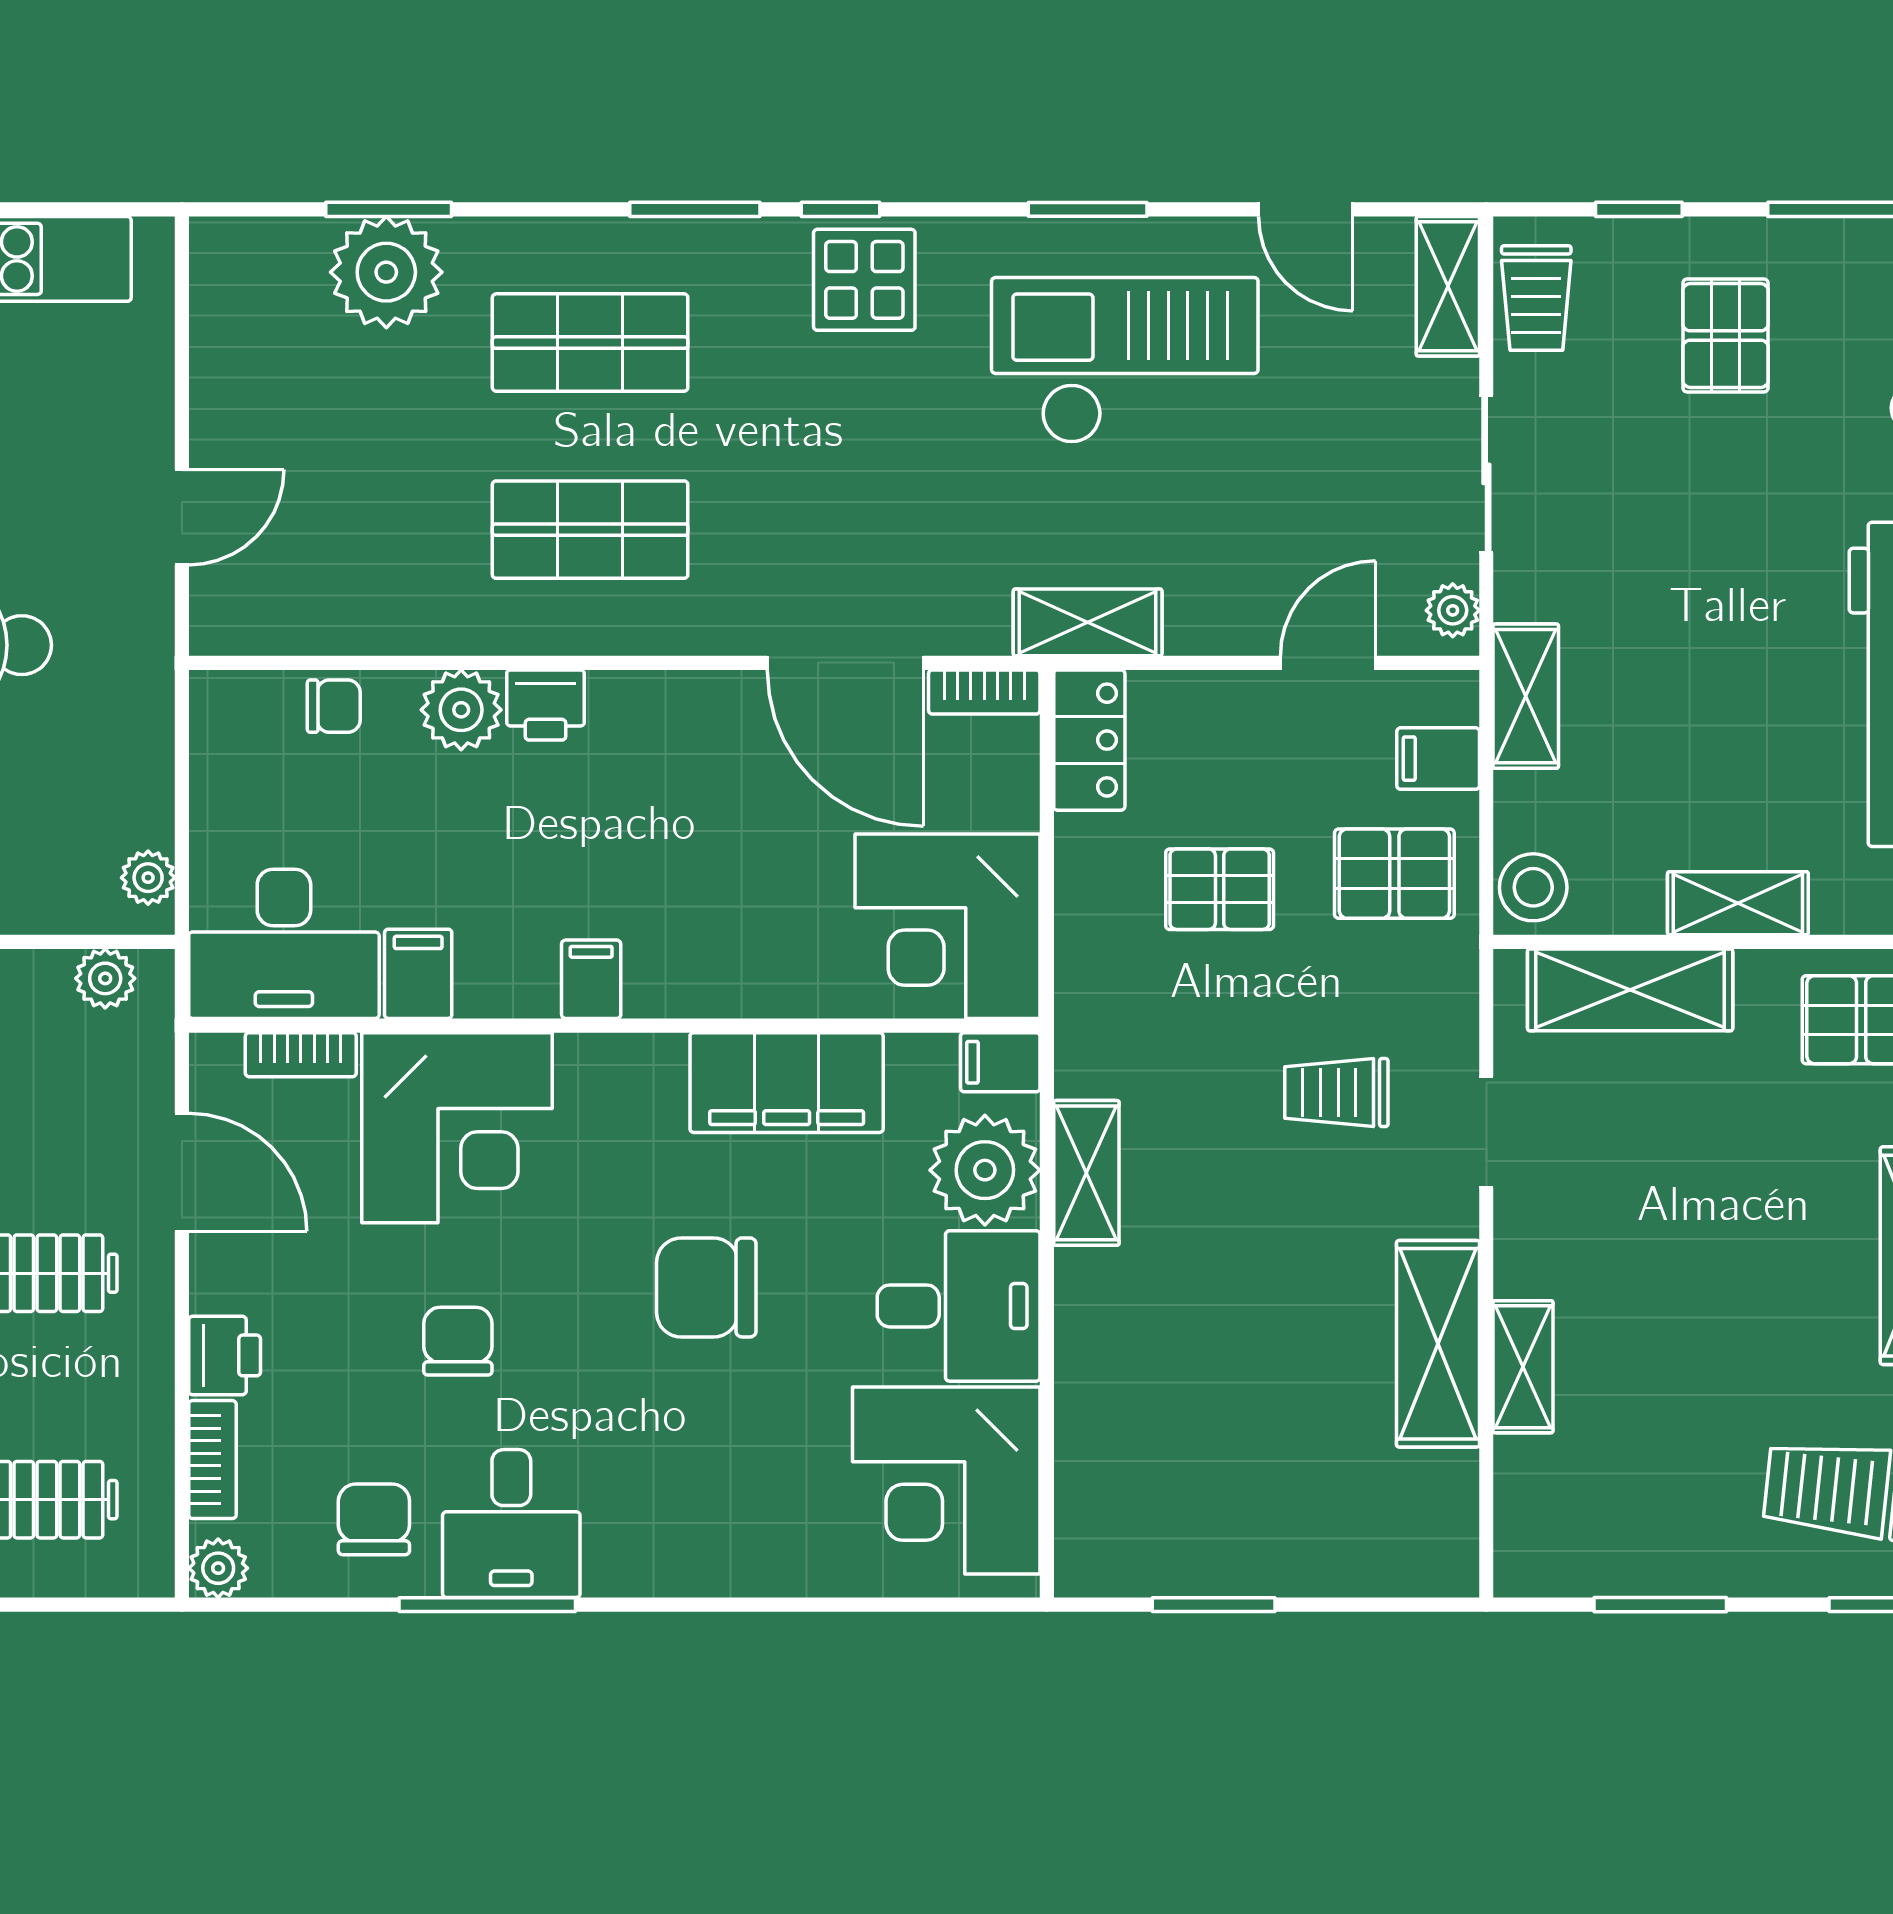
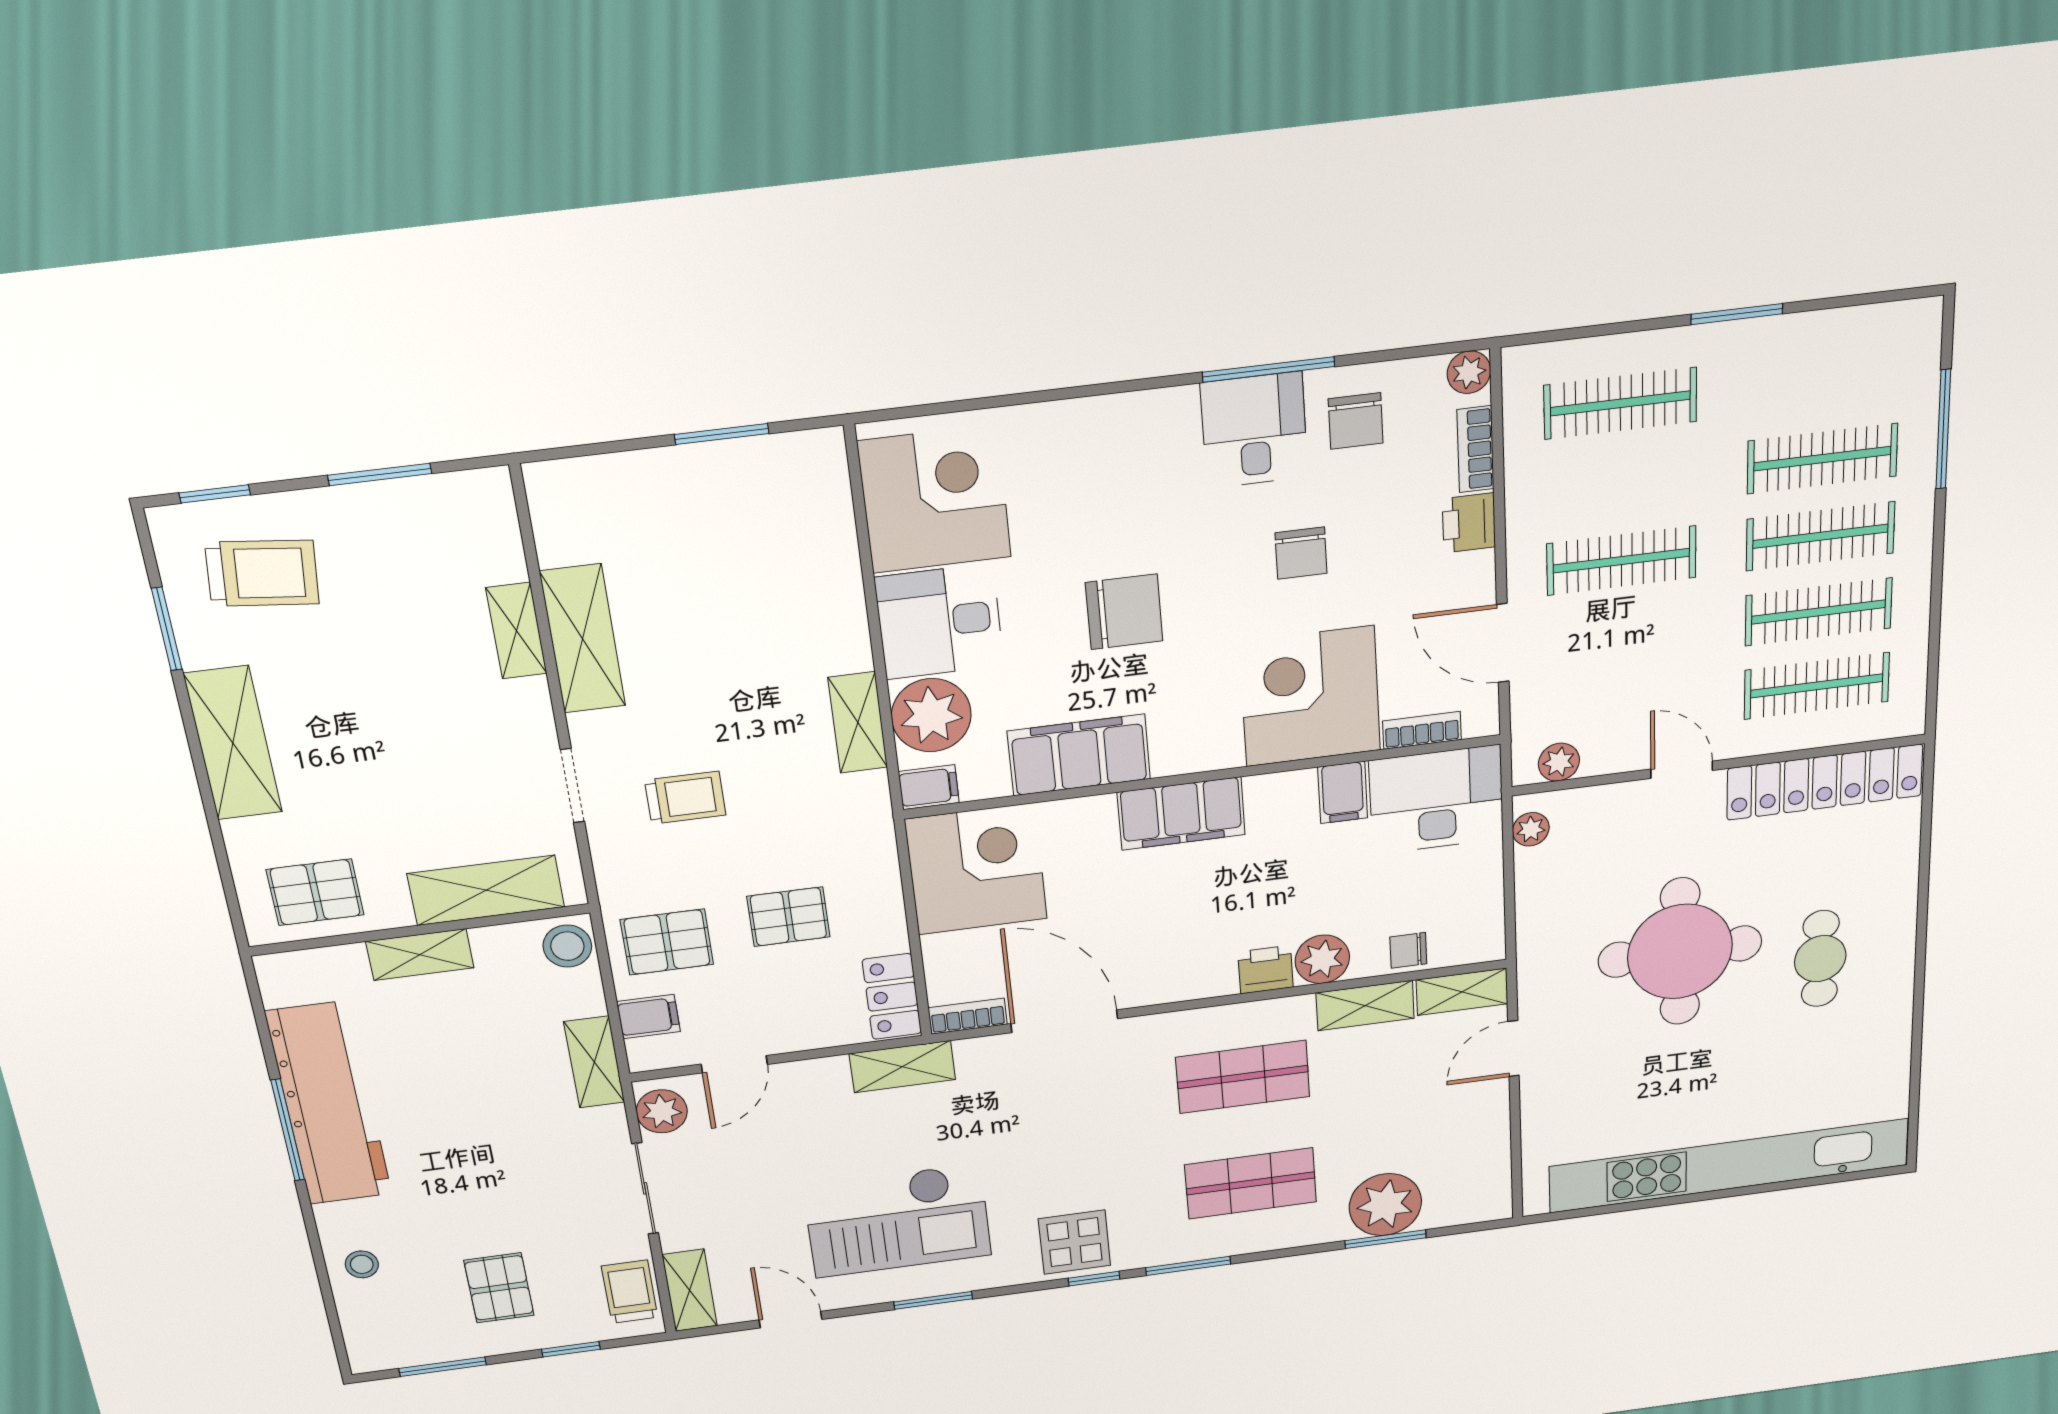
plant: (1453, 610) -> (662, 1111), width x1.38, depth x1.38
shelving: (402, 624) -> (1365, 1006), added
shelving: (257, 625) -> (1462, 992), added
filing cabinet: (591, 979) -> (1181, 813), width x3.00, depth x1.17

